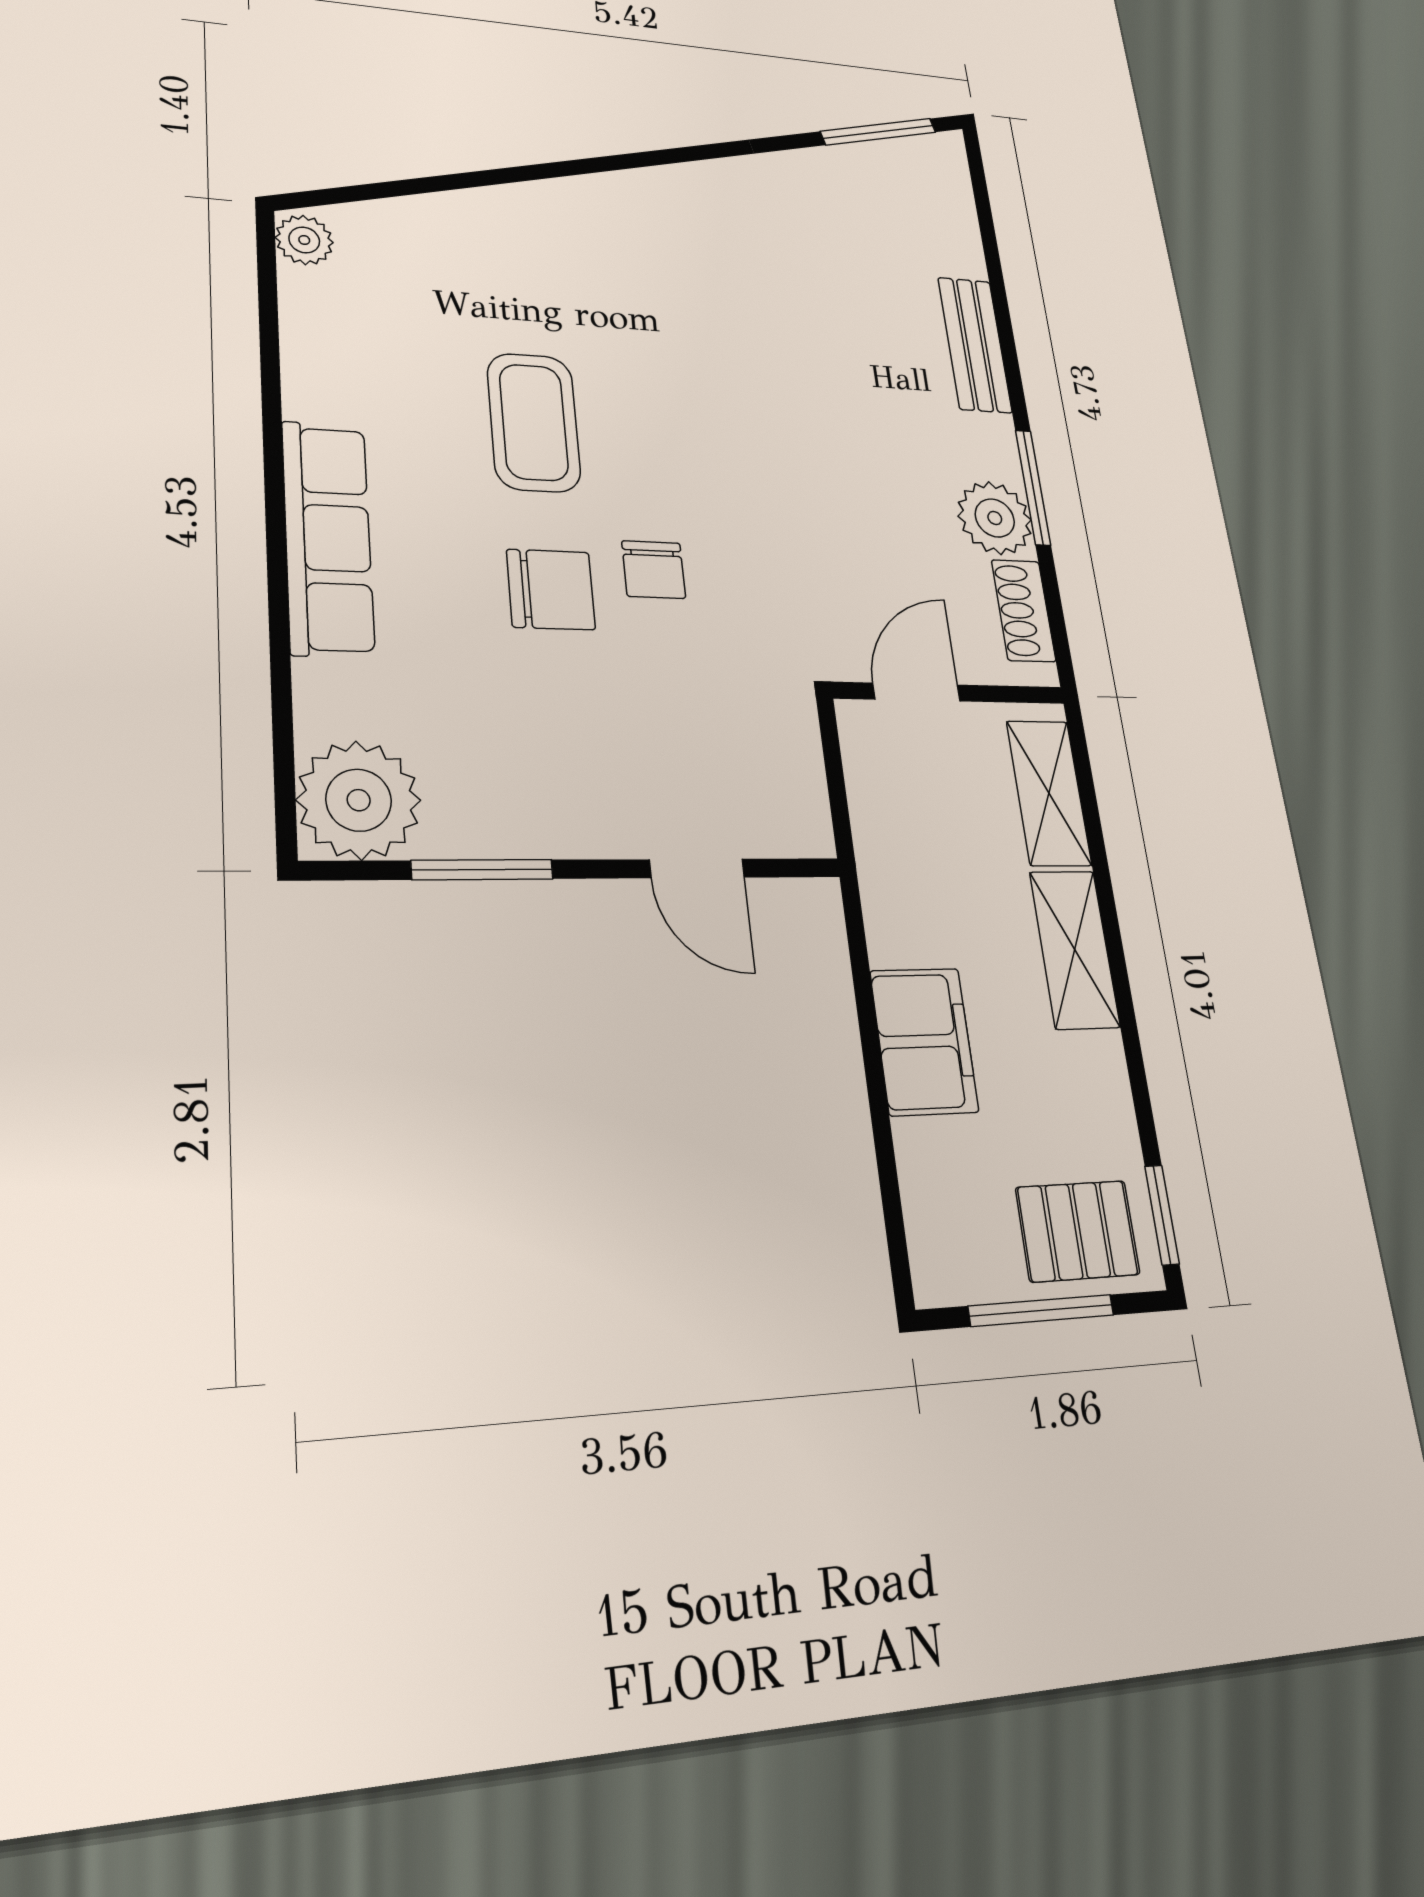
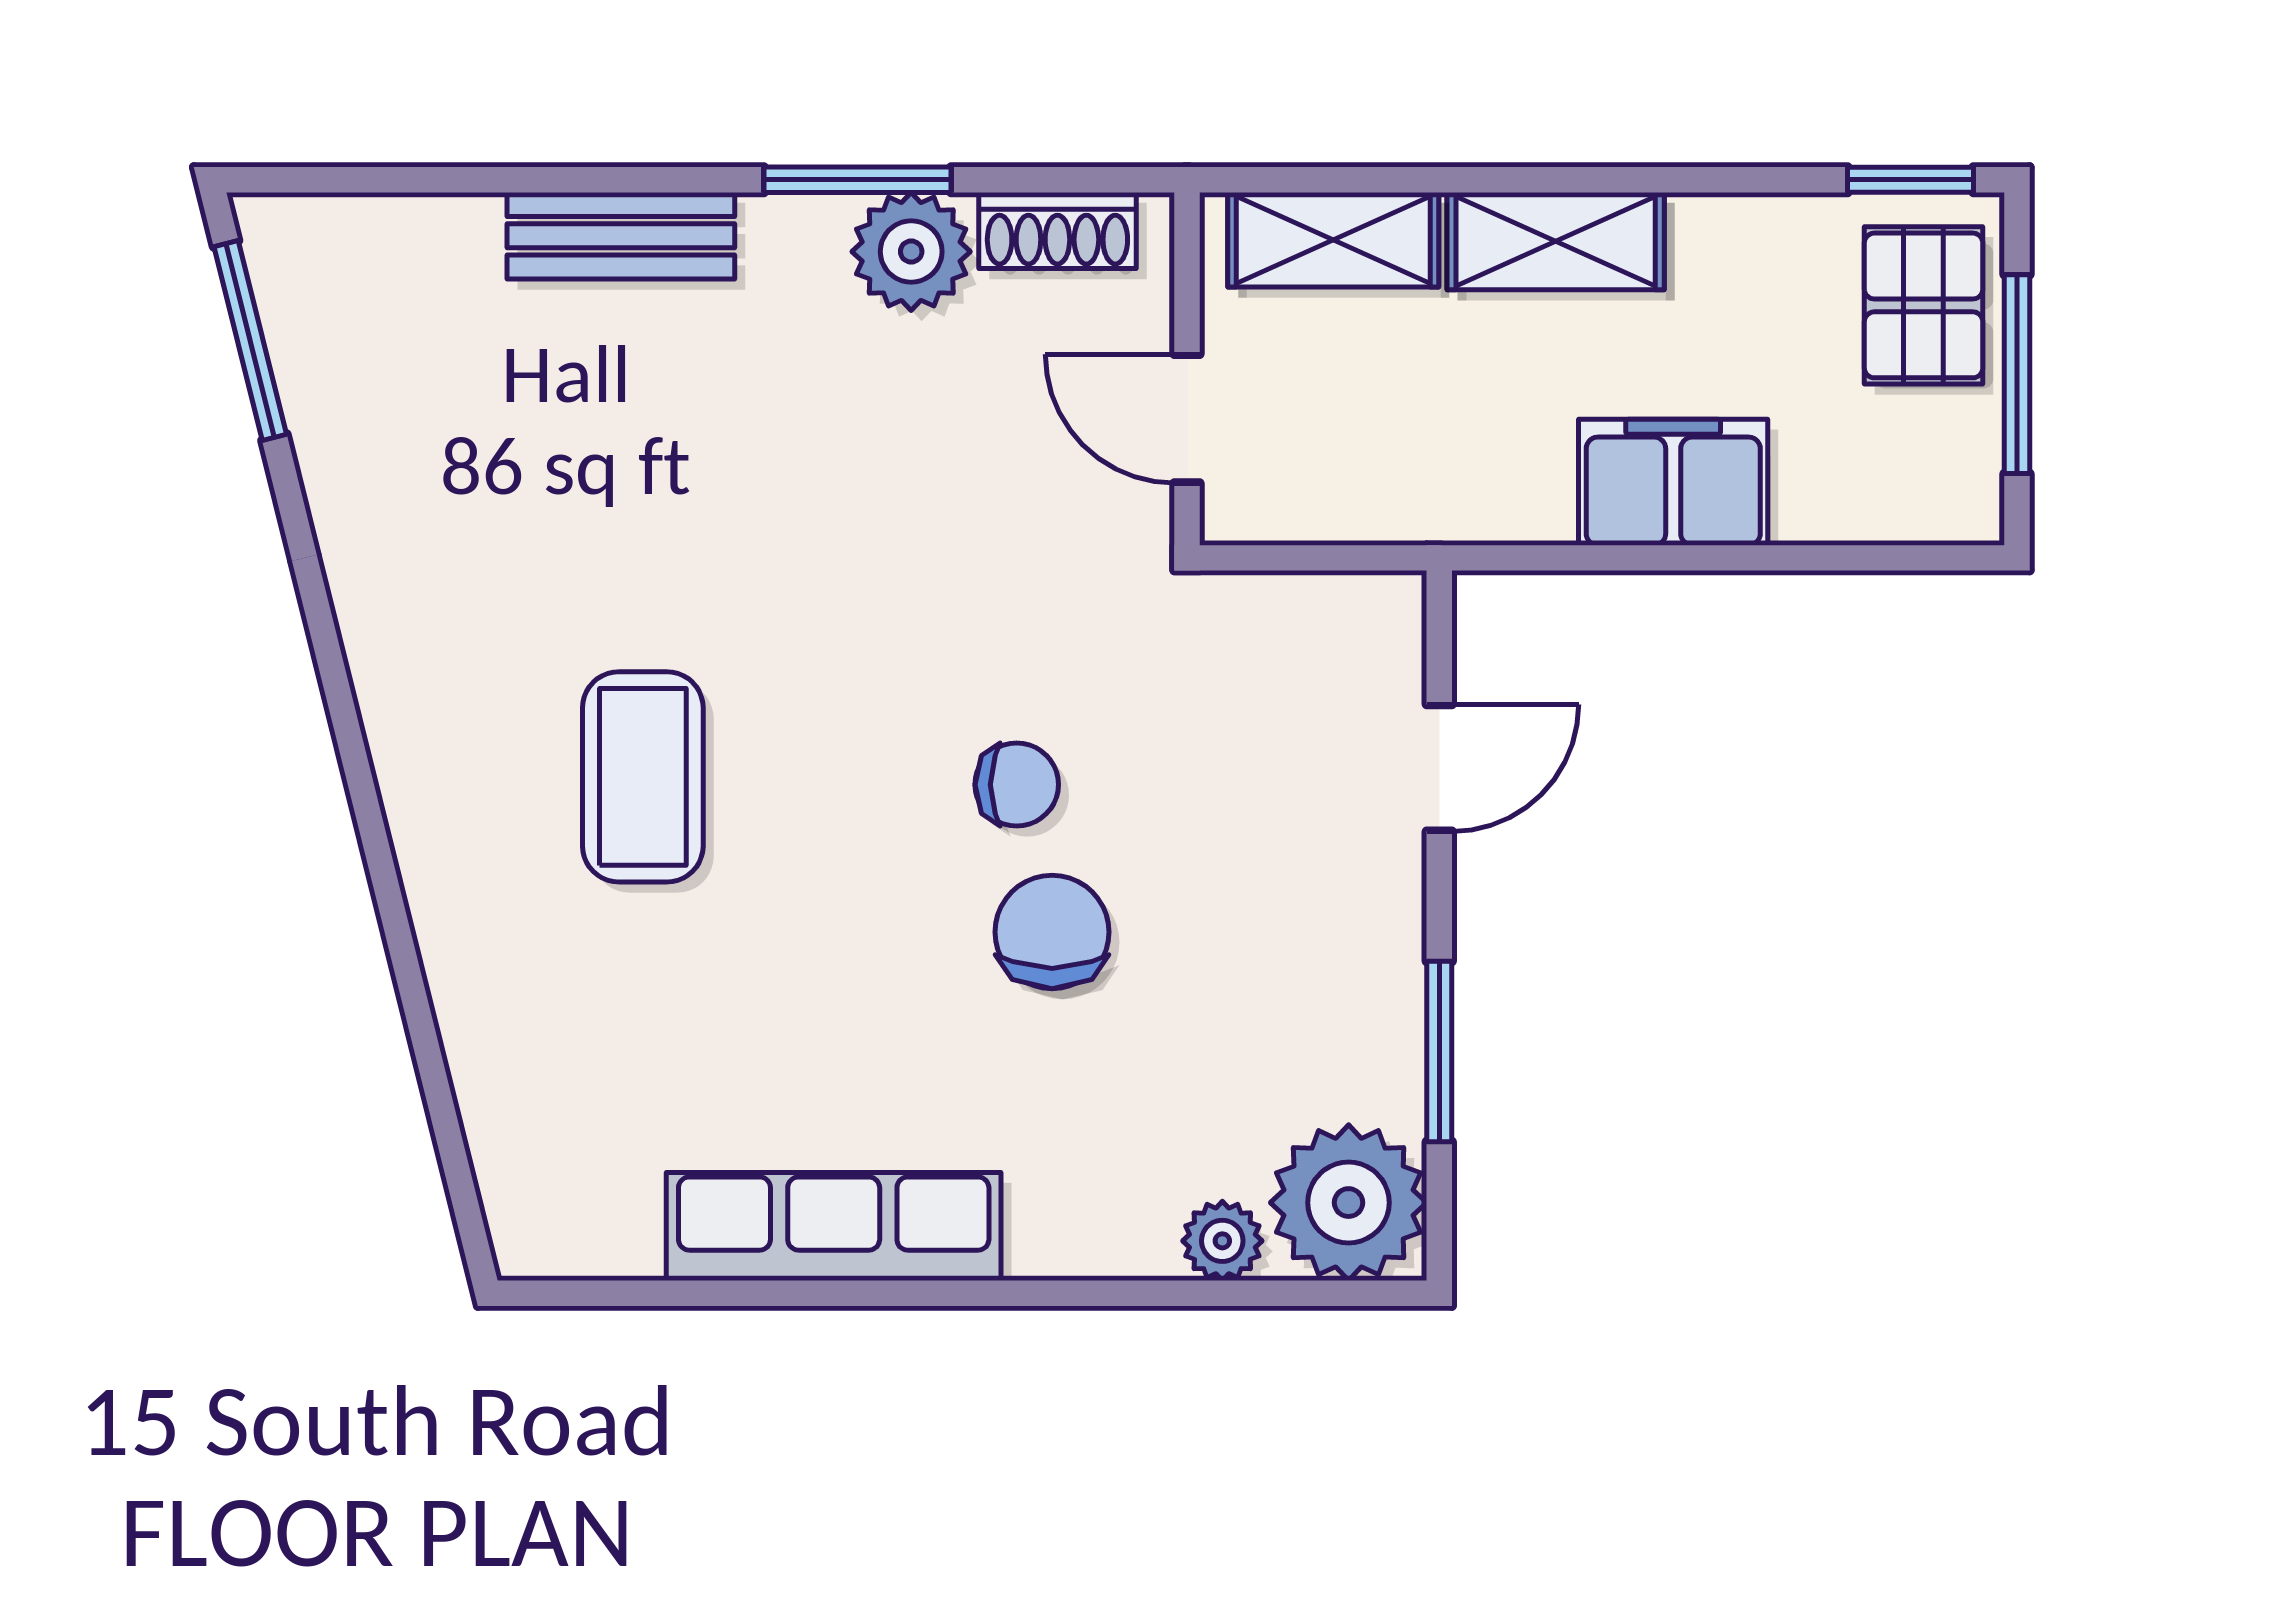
plant: (304, 240) -> (1222, 1241), moved
coffee table: (534, 422) -> (643, 777), moved, turned 90
row of seats: (328, 538) -> (834, 1227), moved

